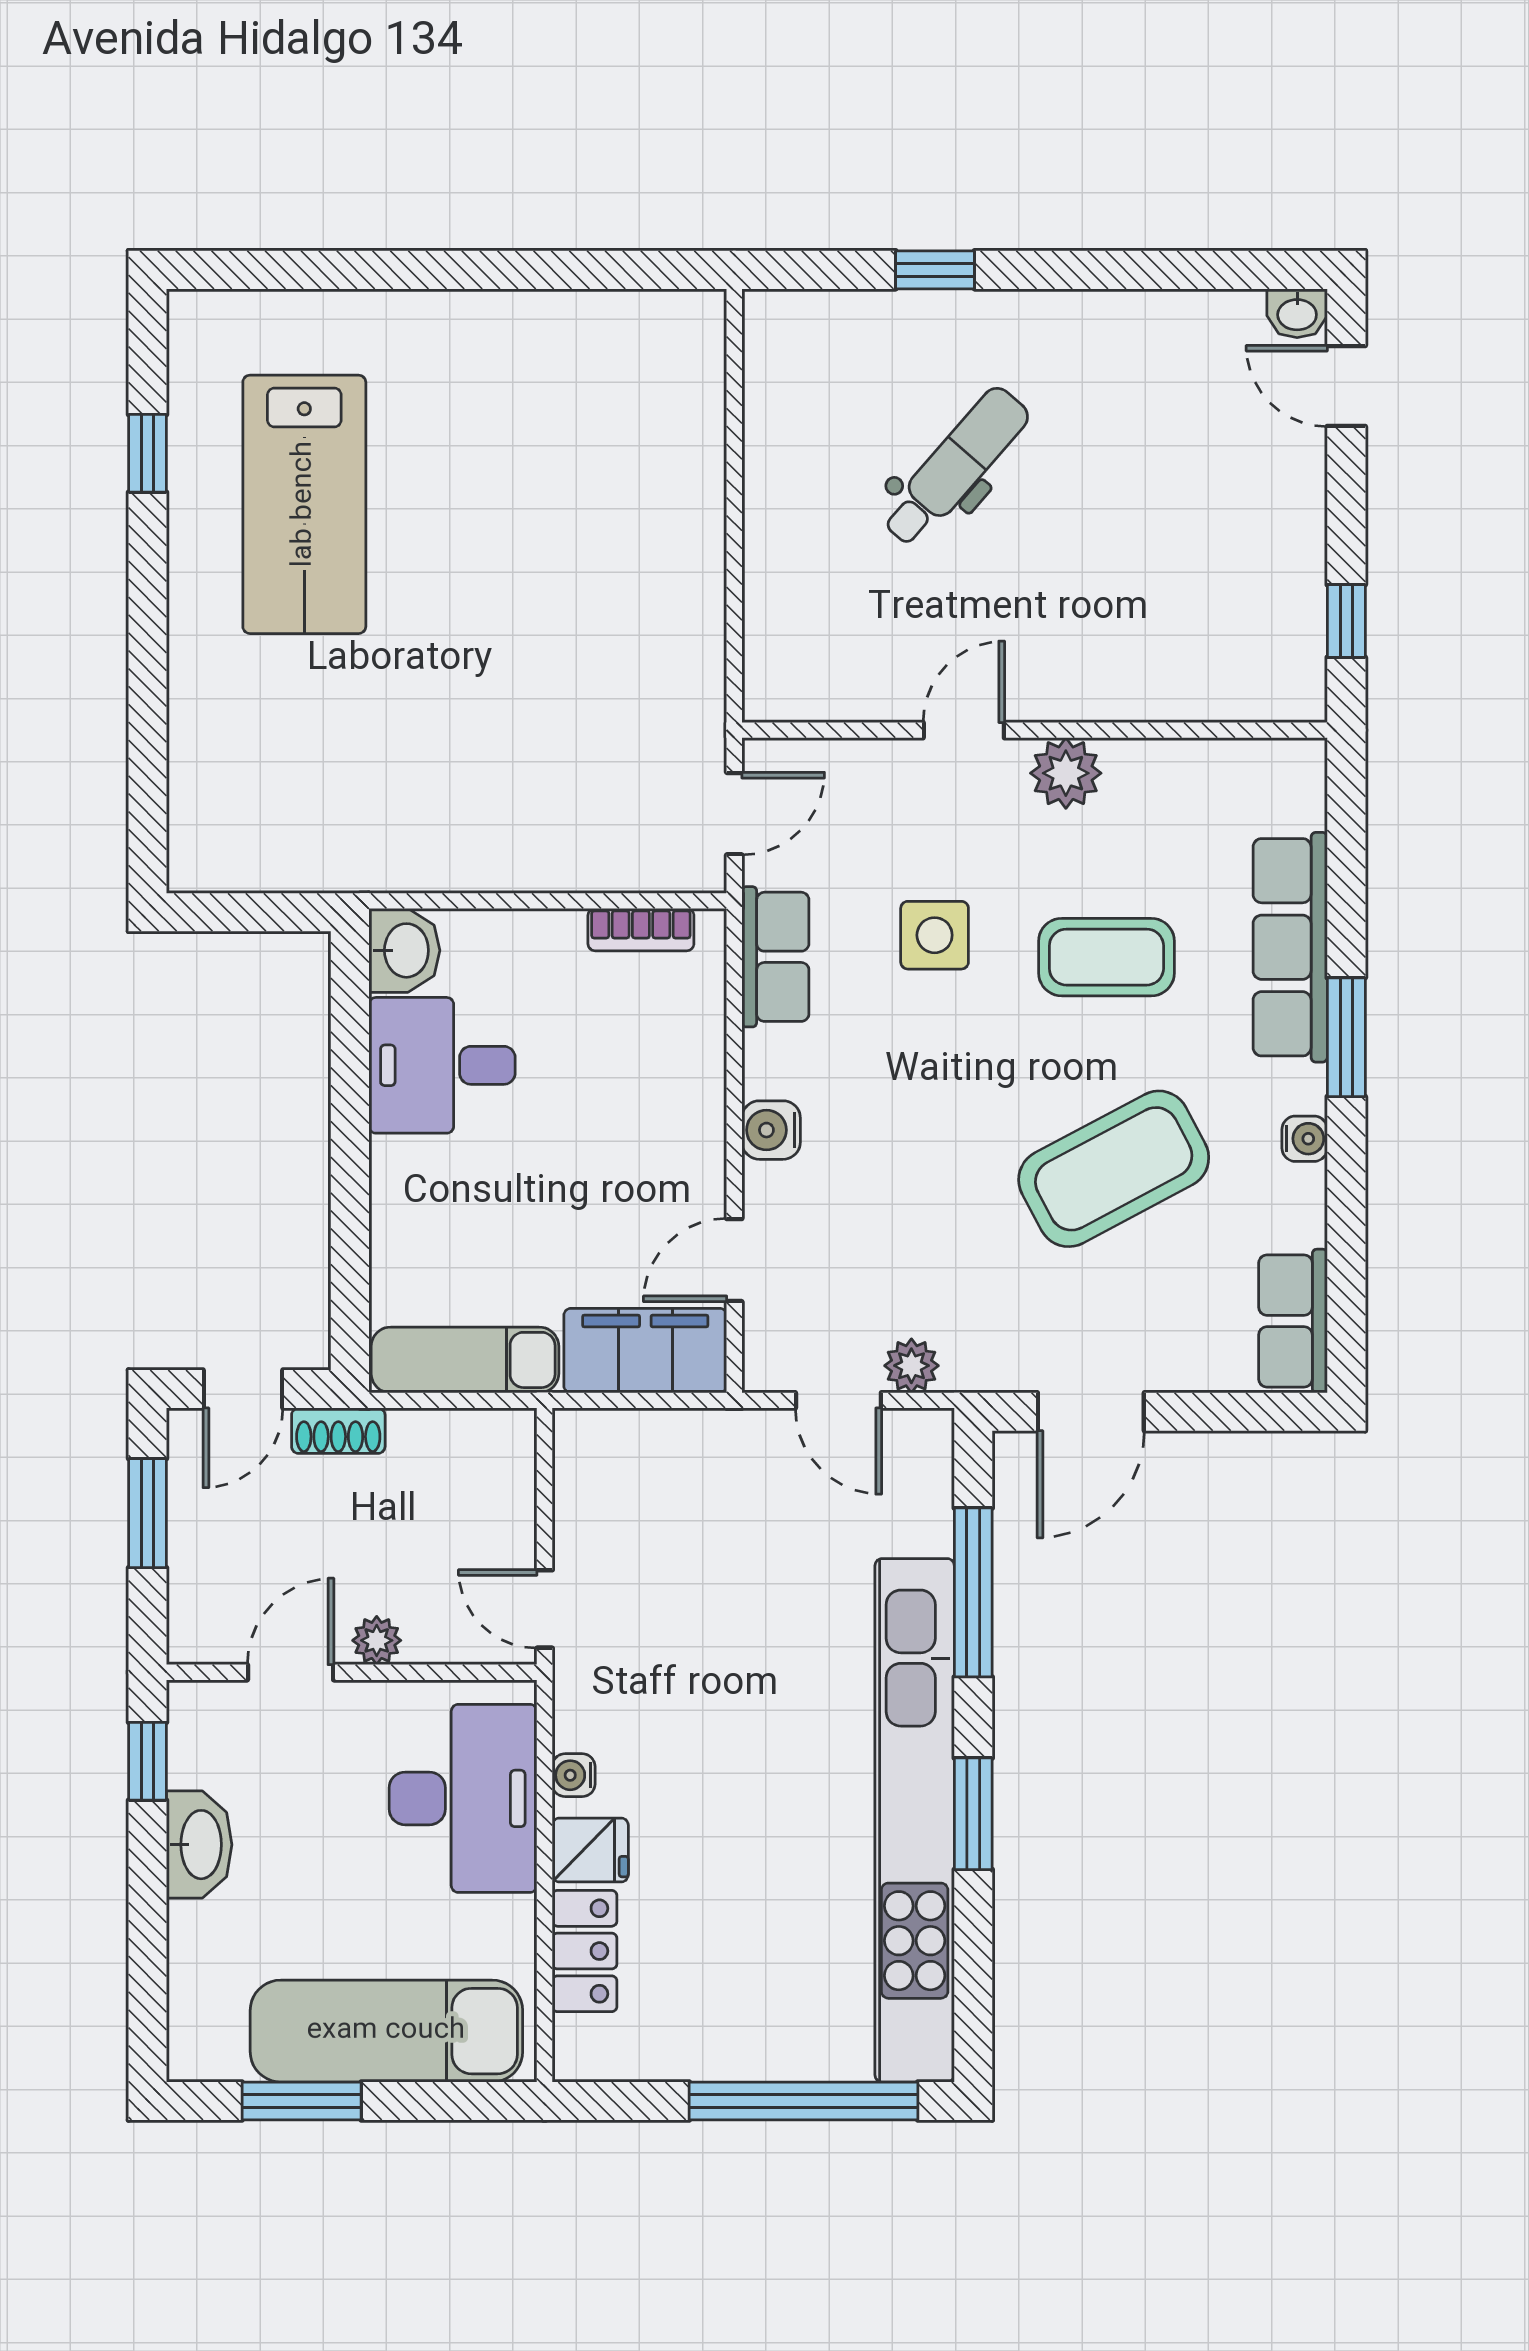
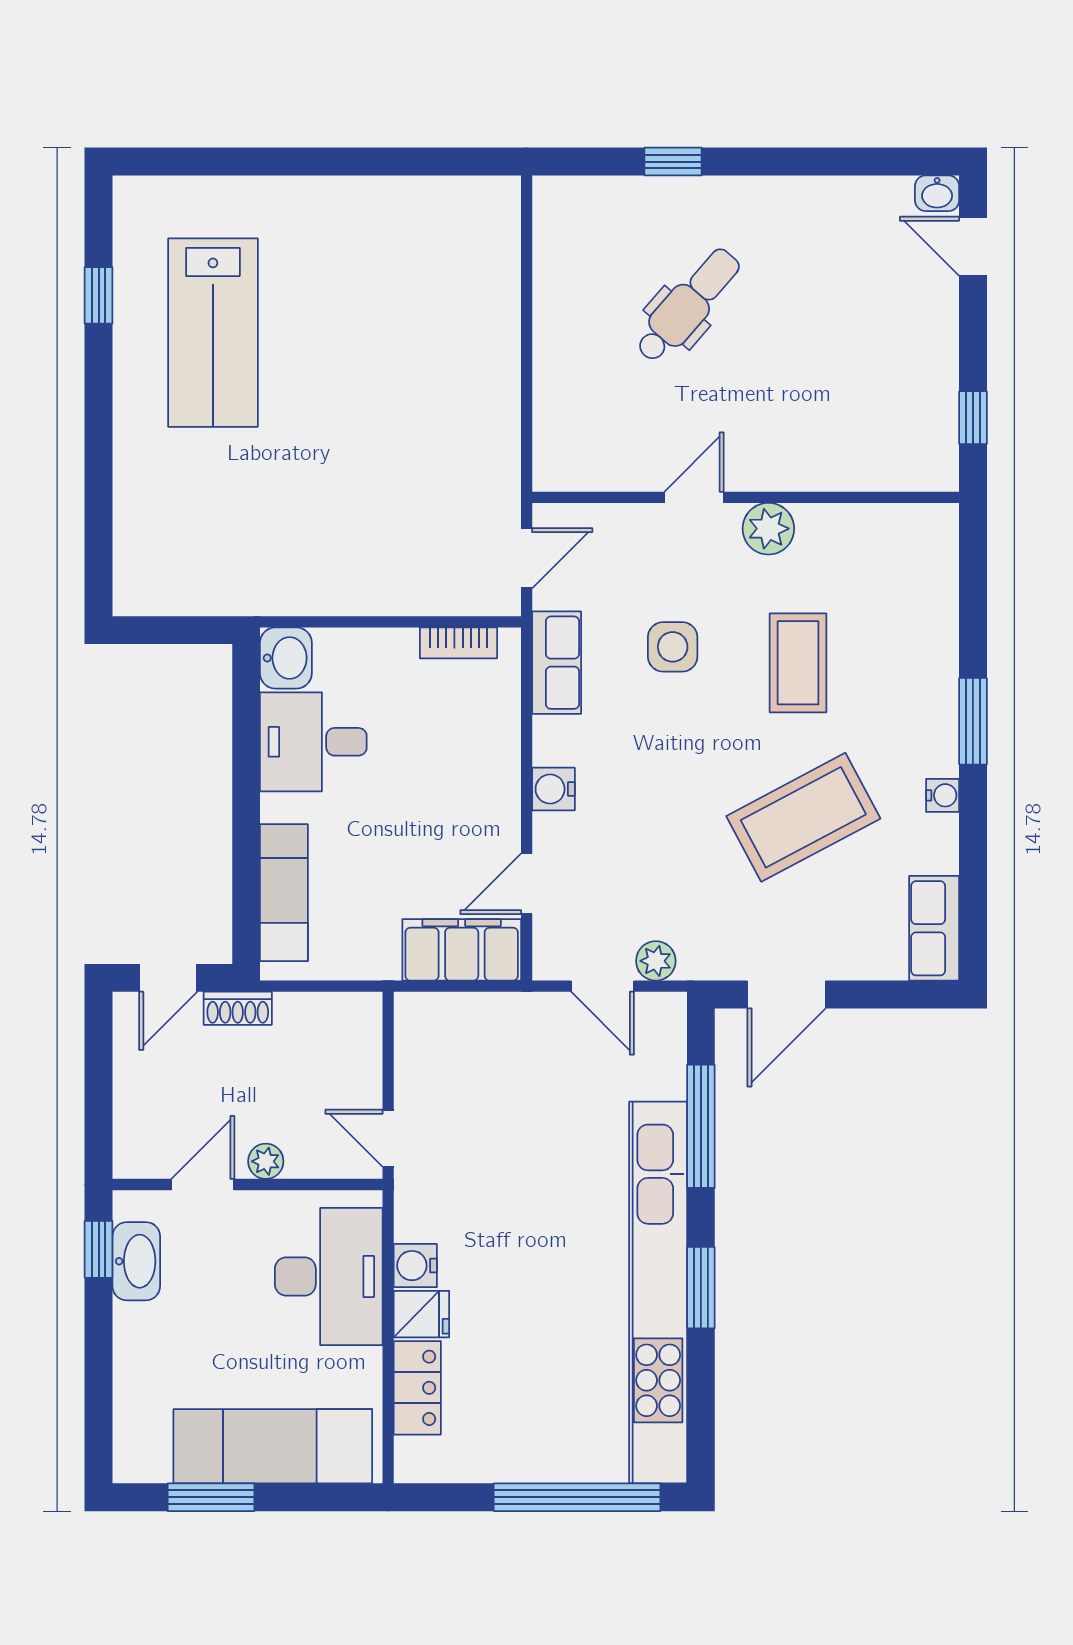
row of seats: (1290, 947) -> (932, 656), removed
coffee table: (1106, 957) -> (798, 663), turned 90
exam couch: (465, 1360) -> (284, 893), moved, turned 90
window: (147, 1513) -> (99, 1068), removed
water cooler: (574, 1775) -> (415, 1266), width x1.38, depth x1.38
washbasin: (199, 1845) -> (136, 1261), moved

